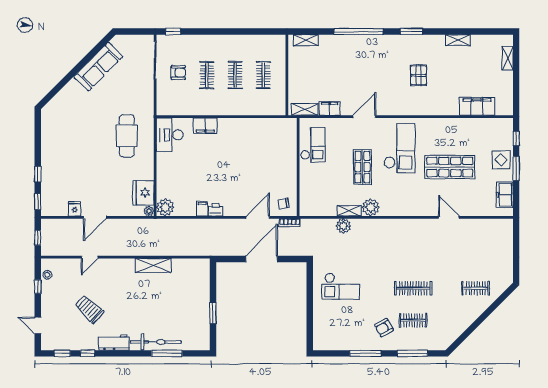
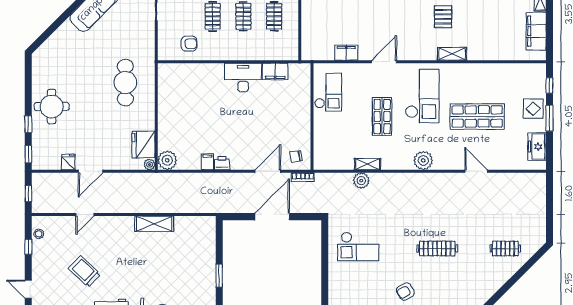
armchair: (178, 72) -> (189, 44), moved
filing cabinet: (477, 106) -> (536, 31), moved, turned -90
shelving: (305, 109) -> (452, 54), moved
filing cabinet: (205, 126) -> (275, 71), moved
desk: (170, 135) -> (243, 78), moved, turned 90
round table: (59, 158) -> (52, 107), added
plant: (371, 207) -> (423, 160), moved
clothes rail: (413, 320) -> (437, 284), removed

